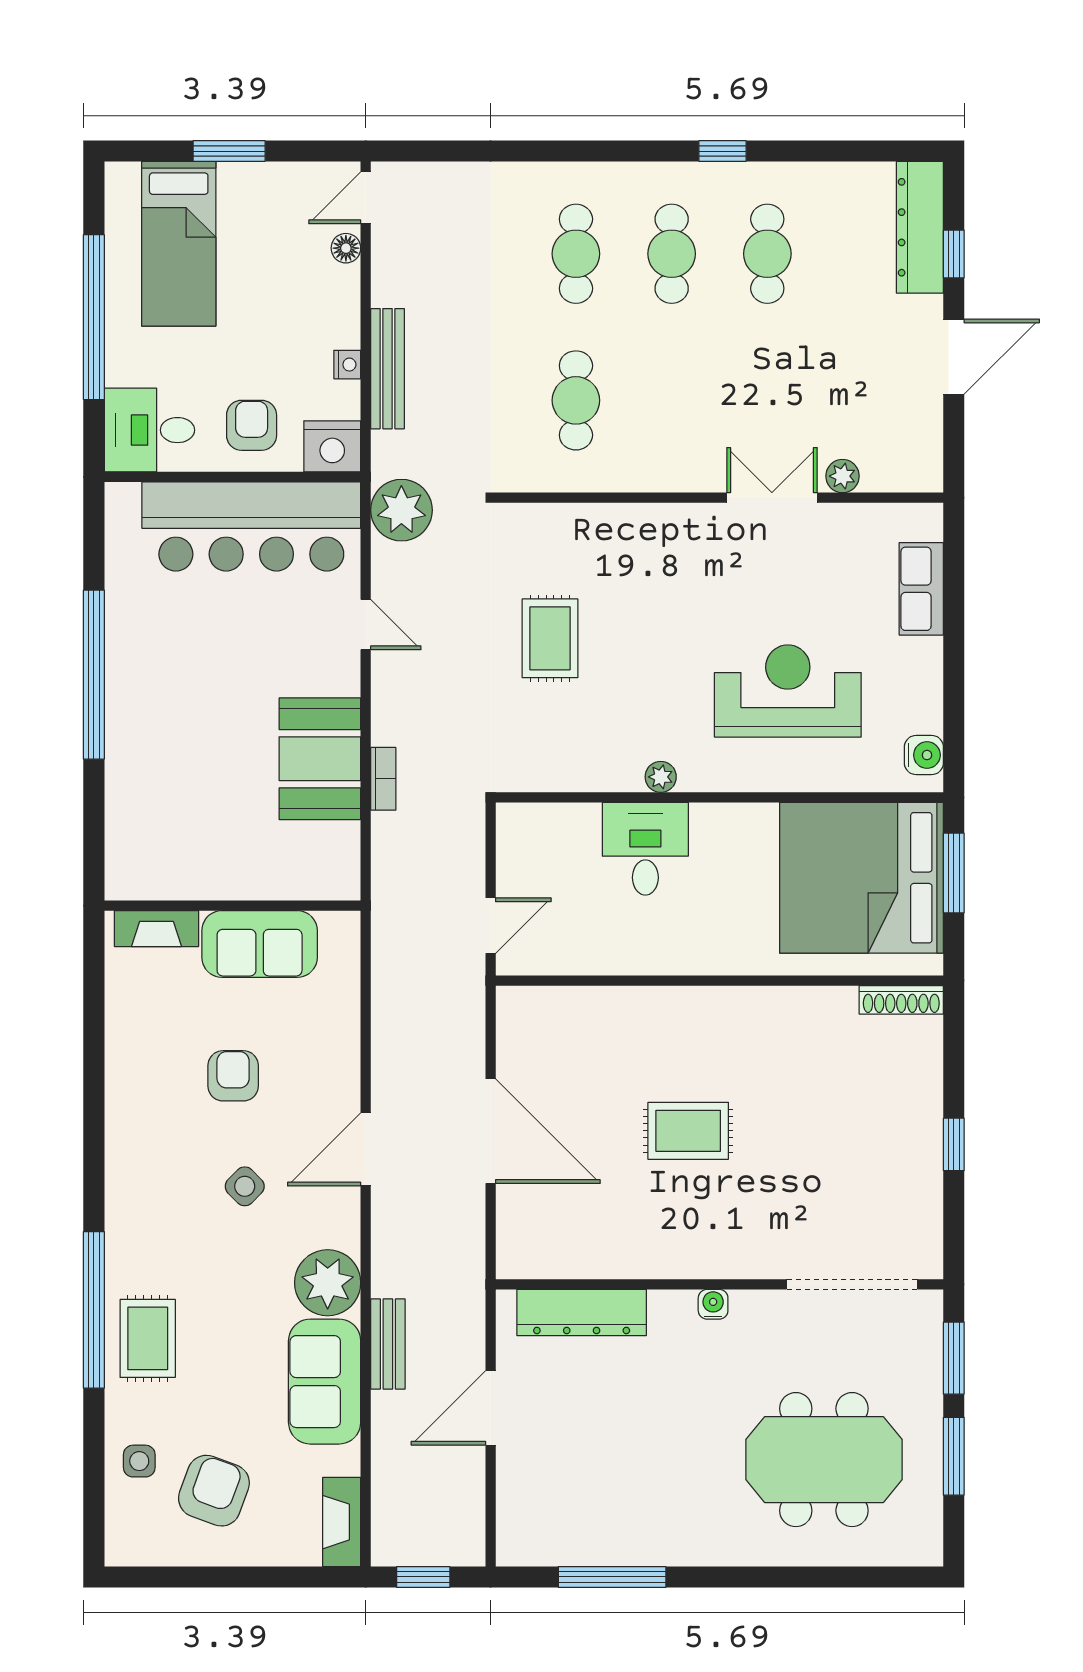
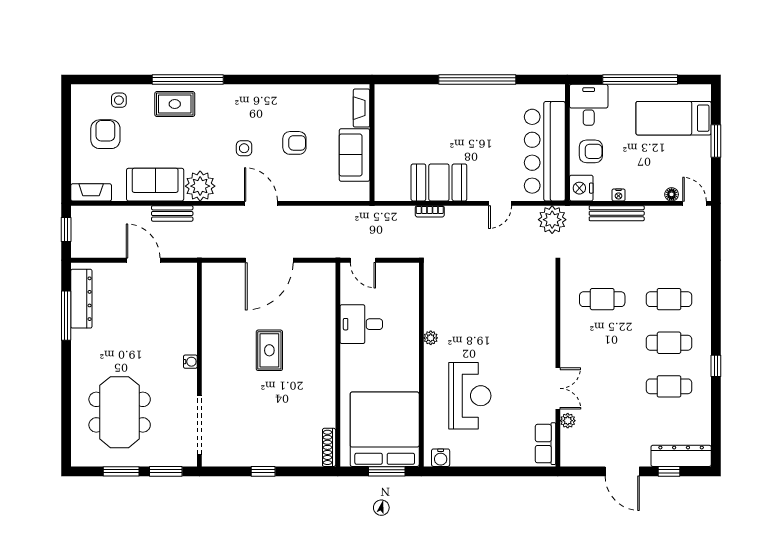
row of seats: (921, 589) -> (545, 444), moved, turned -90
rug: (550, 638) -> (494, 287), removed
desk: (645, 849) -> (361, 324), moved, turned 180
side table: (245, 1186) -> (244, 148), turned 45
dresser: (582, 1313) -> (81, 299), moved, turned 180
armchair: (214, 1491) -> (105, 134), turned -110

